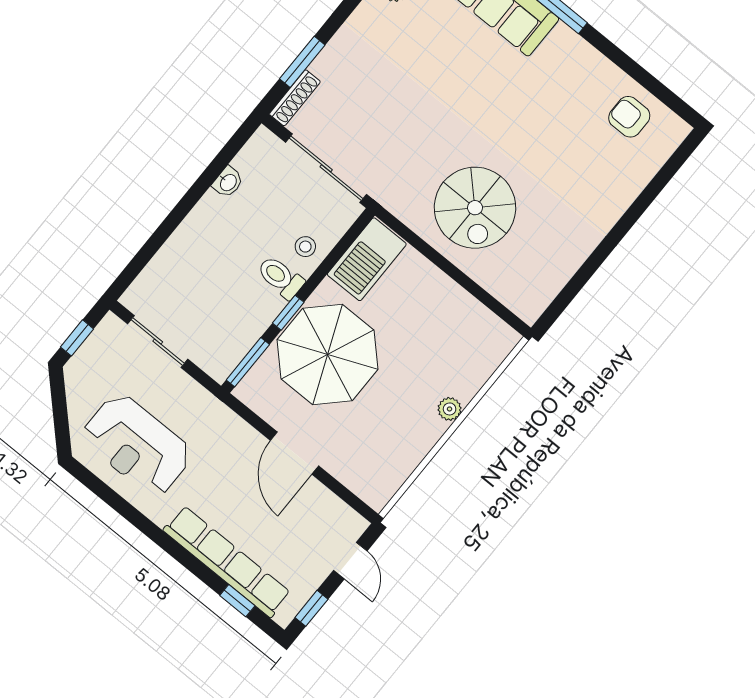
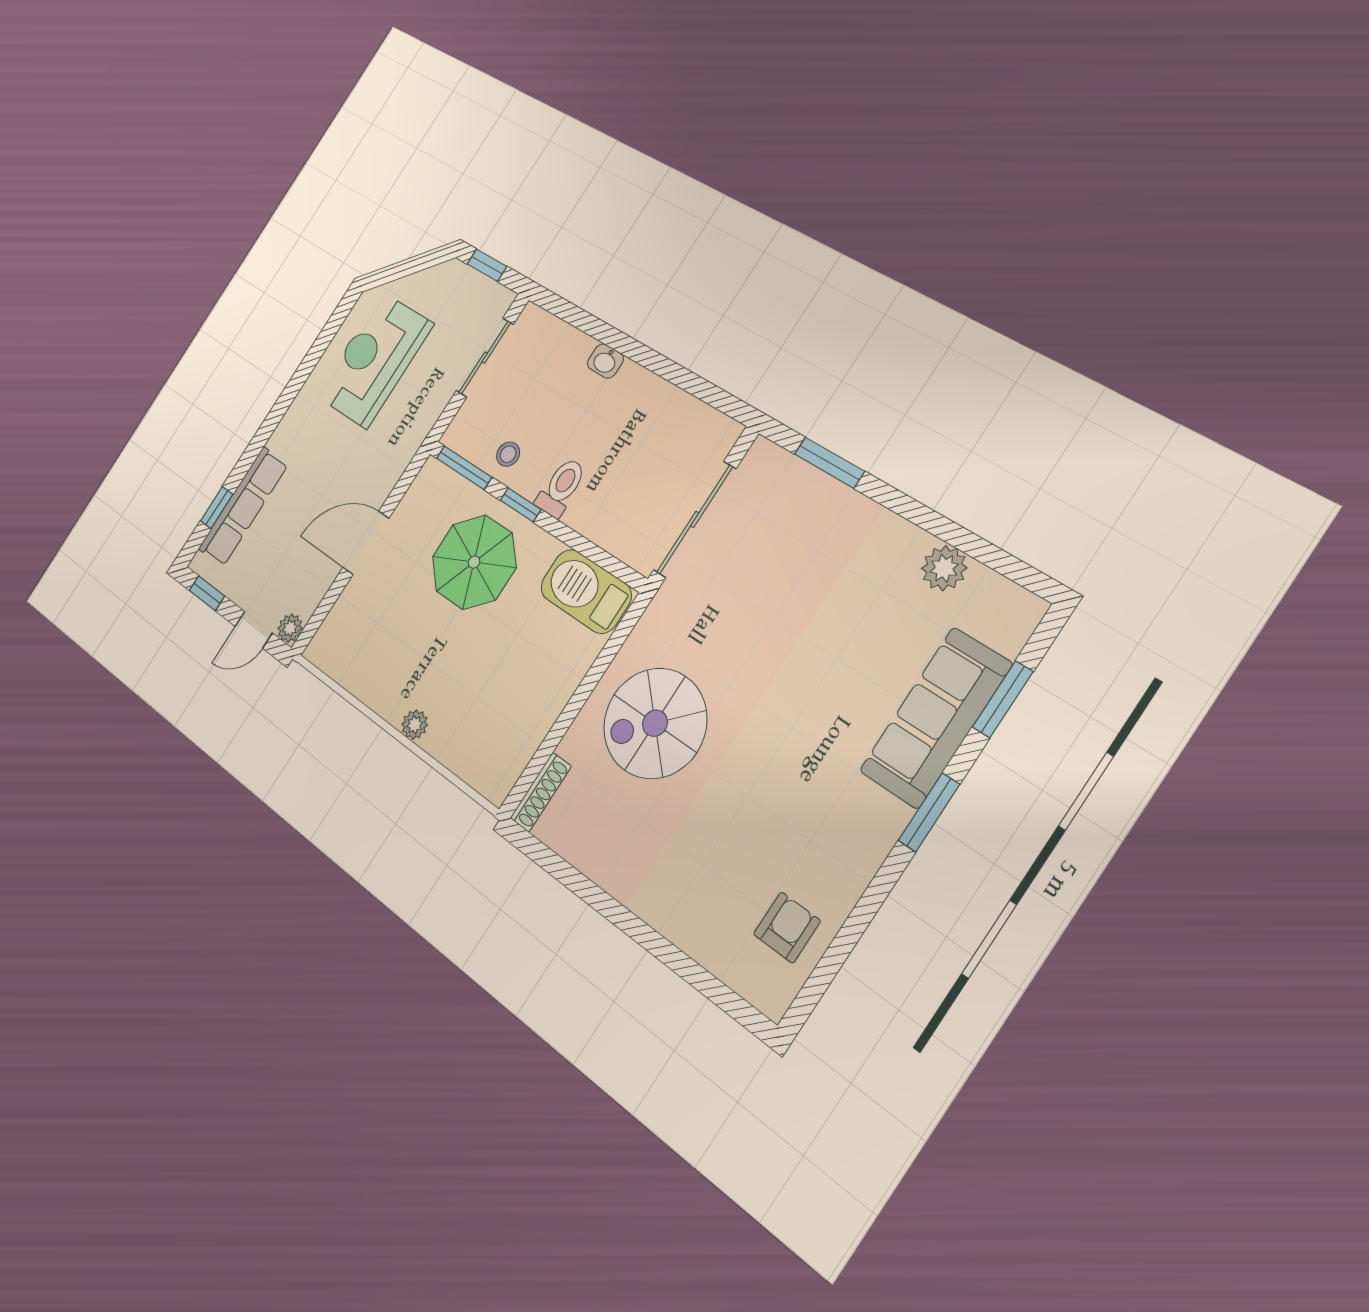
shoe rack: (295, 98) -> (541, 792), moved, turned -90
washbasin: (228, 182) -> (605, 361), moved
stool: (305, 247) -> (508, 454), moved
parasol: (328, 355) -> (474, 562), width x0.73, depth x0.73
plant: (355, 525) -> (290, 628), added
row of seats: (227, 562) -> (243, 507), width x0.73

